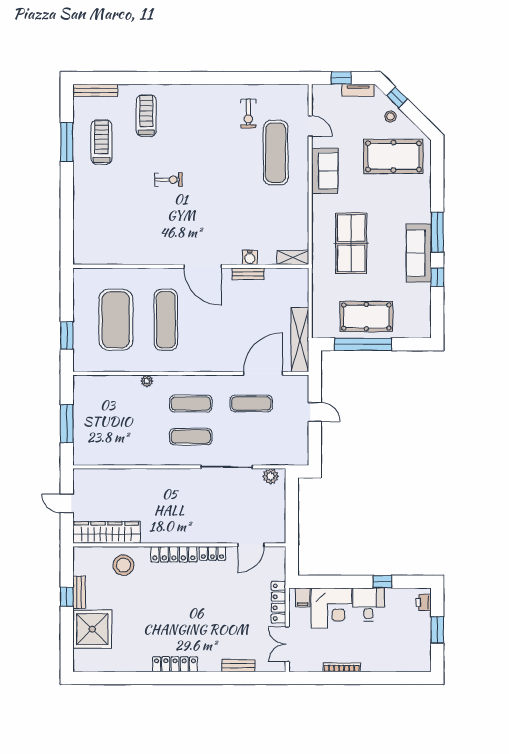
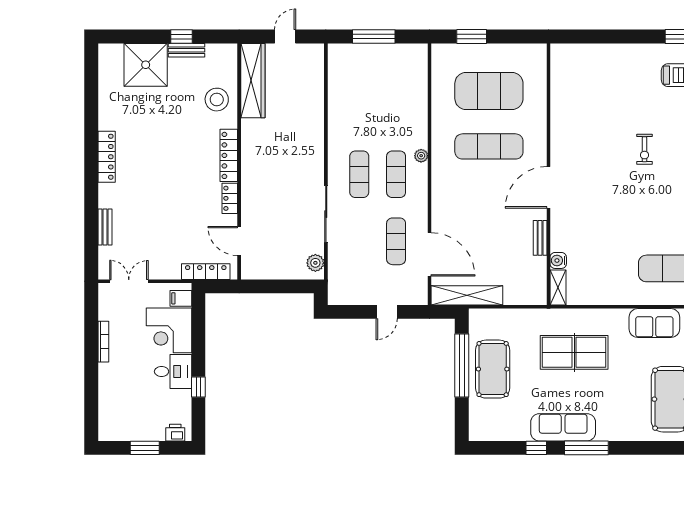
water cooler: (250, 257) -> (558, 260), moved
plant: (147, 381) -> (421, 156), moved
locker: (278, 602) -> (206, 272), moved

